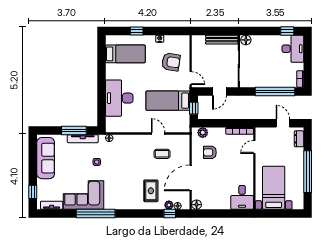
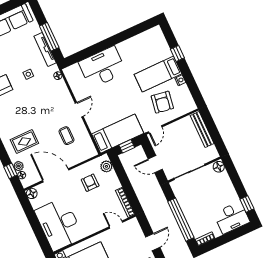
bench: (222, 40) -> (202, 130), moved
bed: (125, 54) -> (158, 74), moved, turned 90
bed: (168, 101) -> (118, 134), moved, turned 90
door: (158, 133) -> (79, 110), moved
desk: (242, 197) -> (59, 224), width x1.87, depth x1.30

